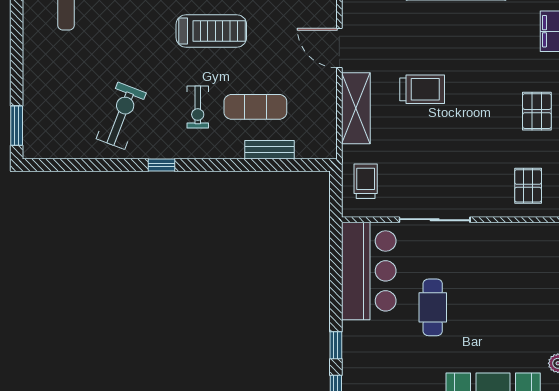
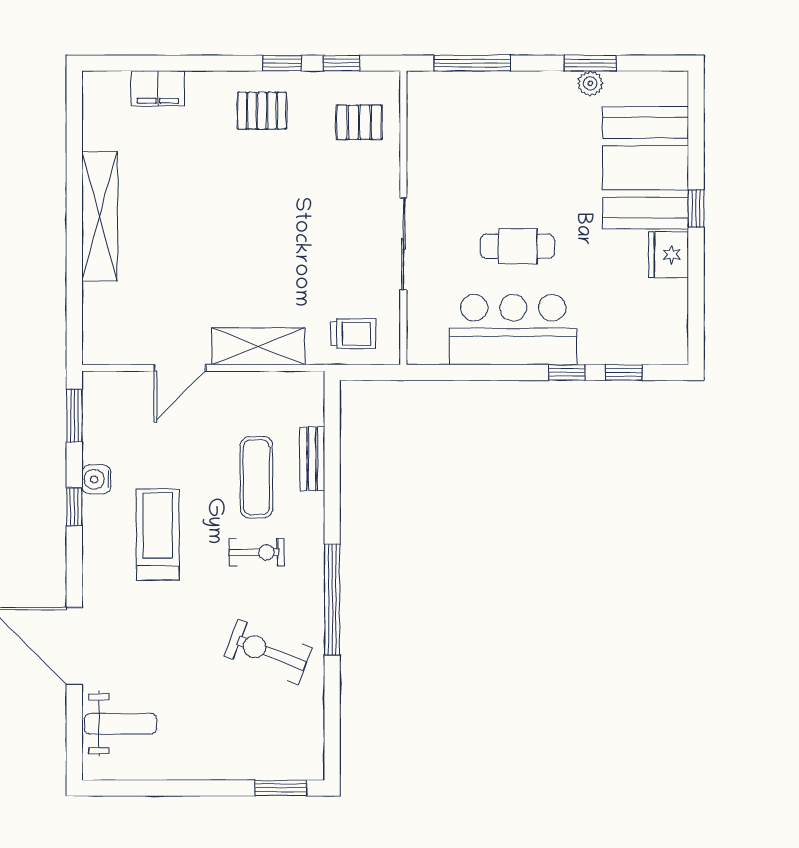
trolley: (422, 89) -> (234, 260), removed
window: (161, 165) -> (332, 599), width x3.17
trolley: (366, 181) -> (353, 334), turned 180
bar counter: (369, 271) -> (513, 330), moved

